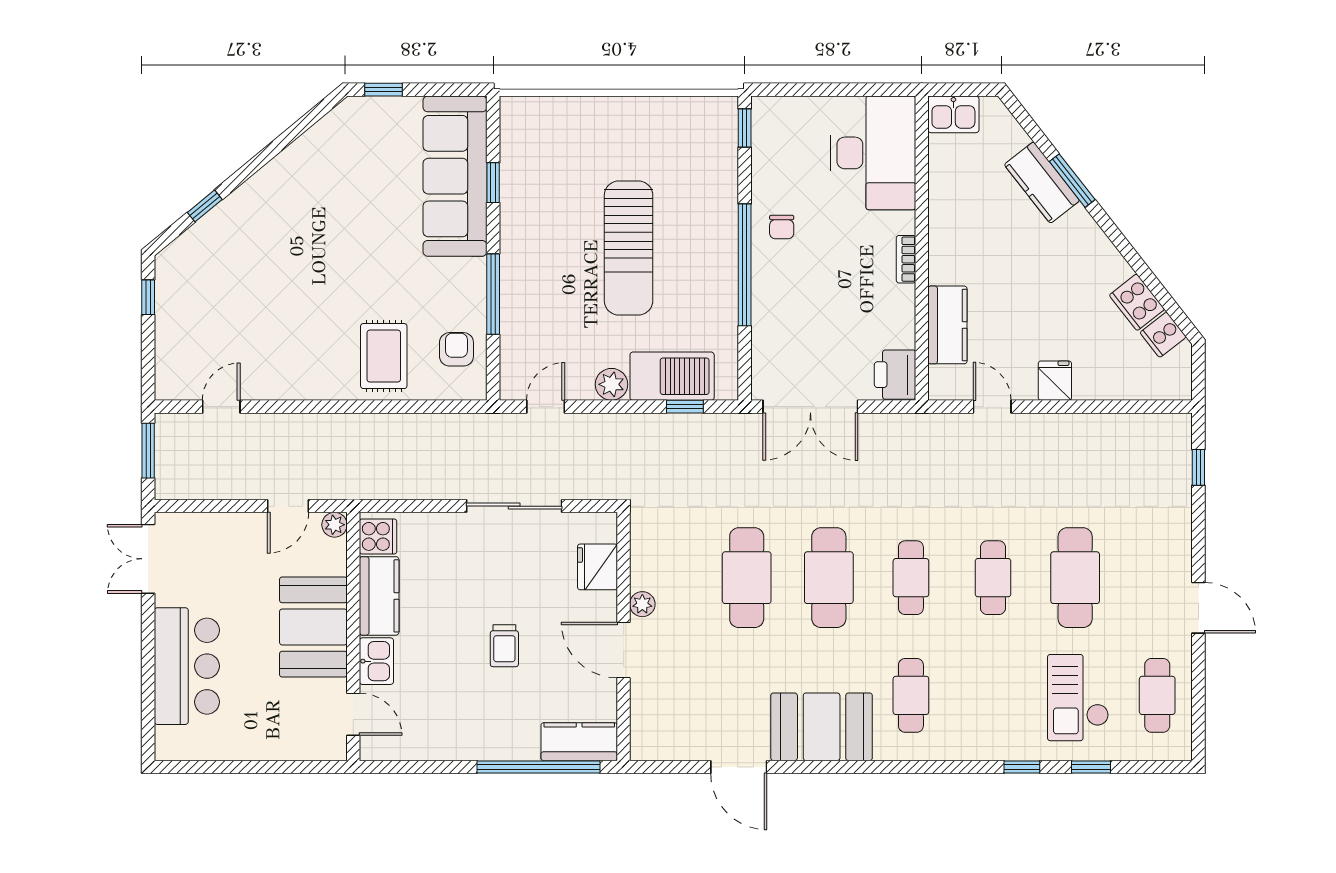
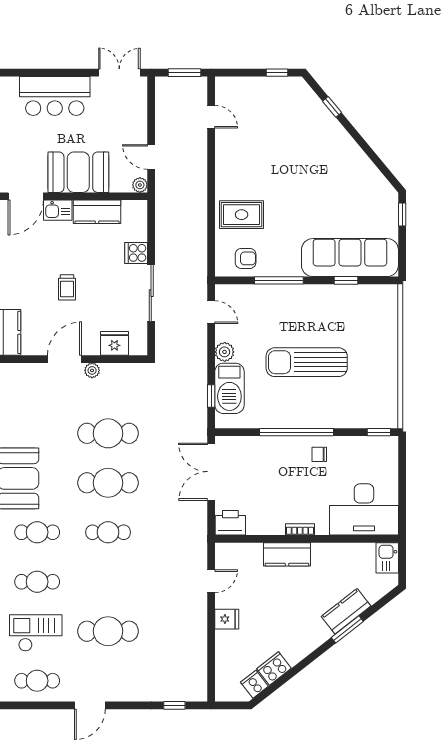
kitchen counter: (947, 325) -> (287, 554), moved
cooker: (378, 536) -> (136, 253), moved, turned 90
cafe table: (993, 578) -> (37, 582), moved
trolley: (504, 646) -> (67, 287), turned -90
door: (353, 714) -> (26, 196), width x1.38

